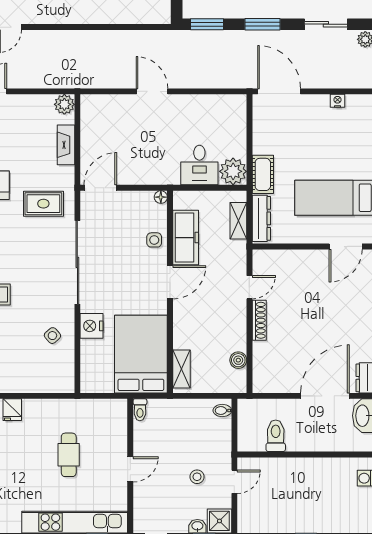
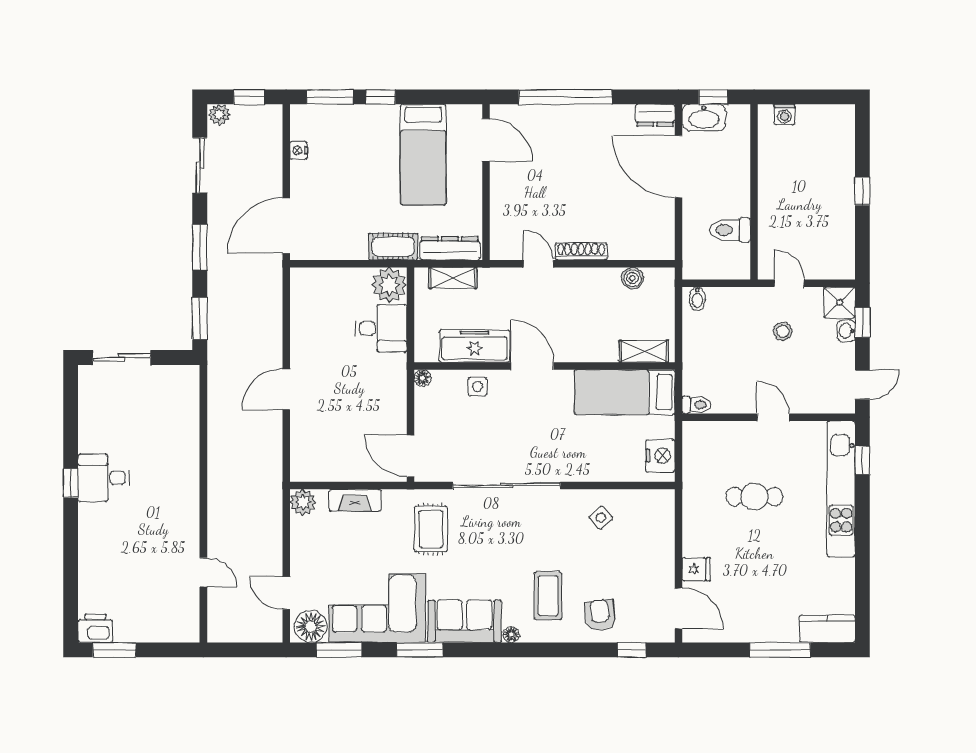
nightstand: (92, 326) -> (660, 456), moved, turned -90
bed: (141, 354) -> (625, 392), width x0.67

